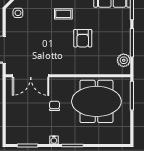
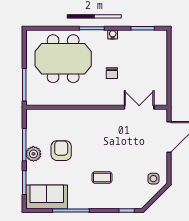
armchair: (83, 38) -> (61, 151), moved
plant: (124, 60) -> (33, 154), moved
double door: (31, 76) -> (139, 107), width x0.73
meeting table: (96, 101) -> (63, 59), moved

